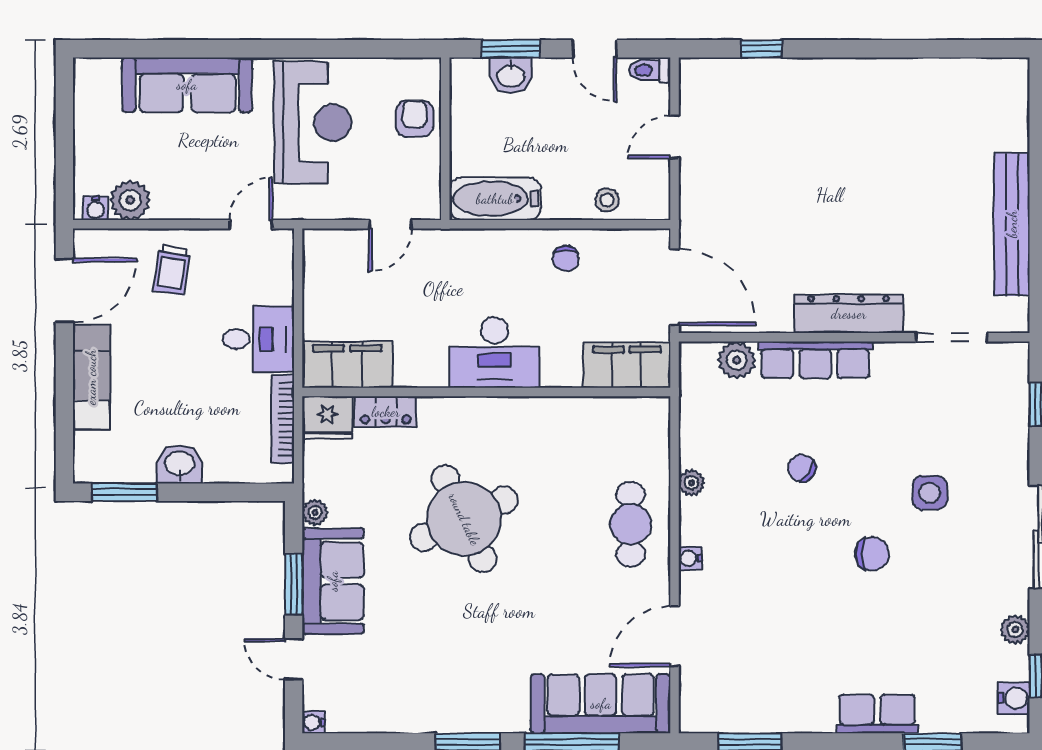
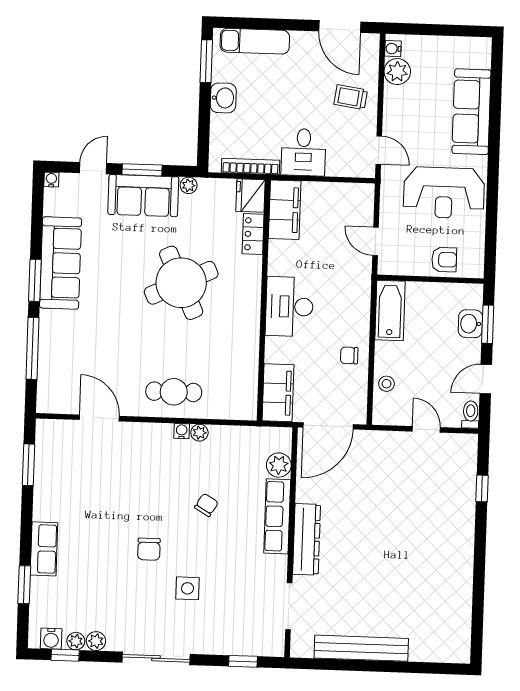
exam couch: (91, 377) -> (255, 41), moved
water cooler: (690, 558) -> (182, 431), moved
plant: (1016, 660) -> (76, 641), added
sofa: (601, 704) -> (61, 263), moved

